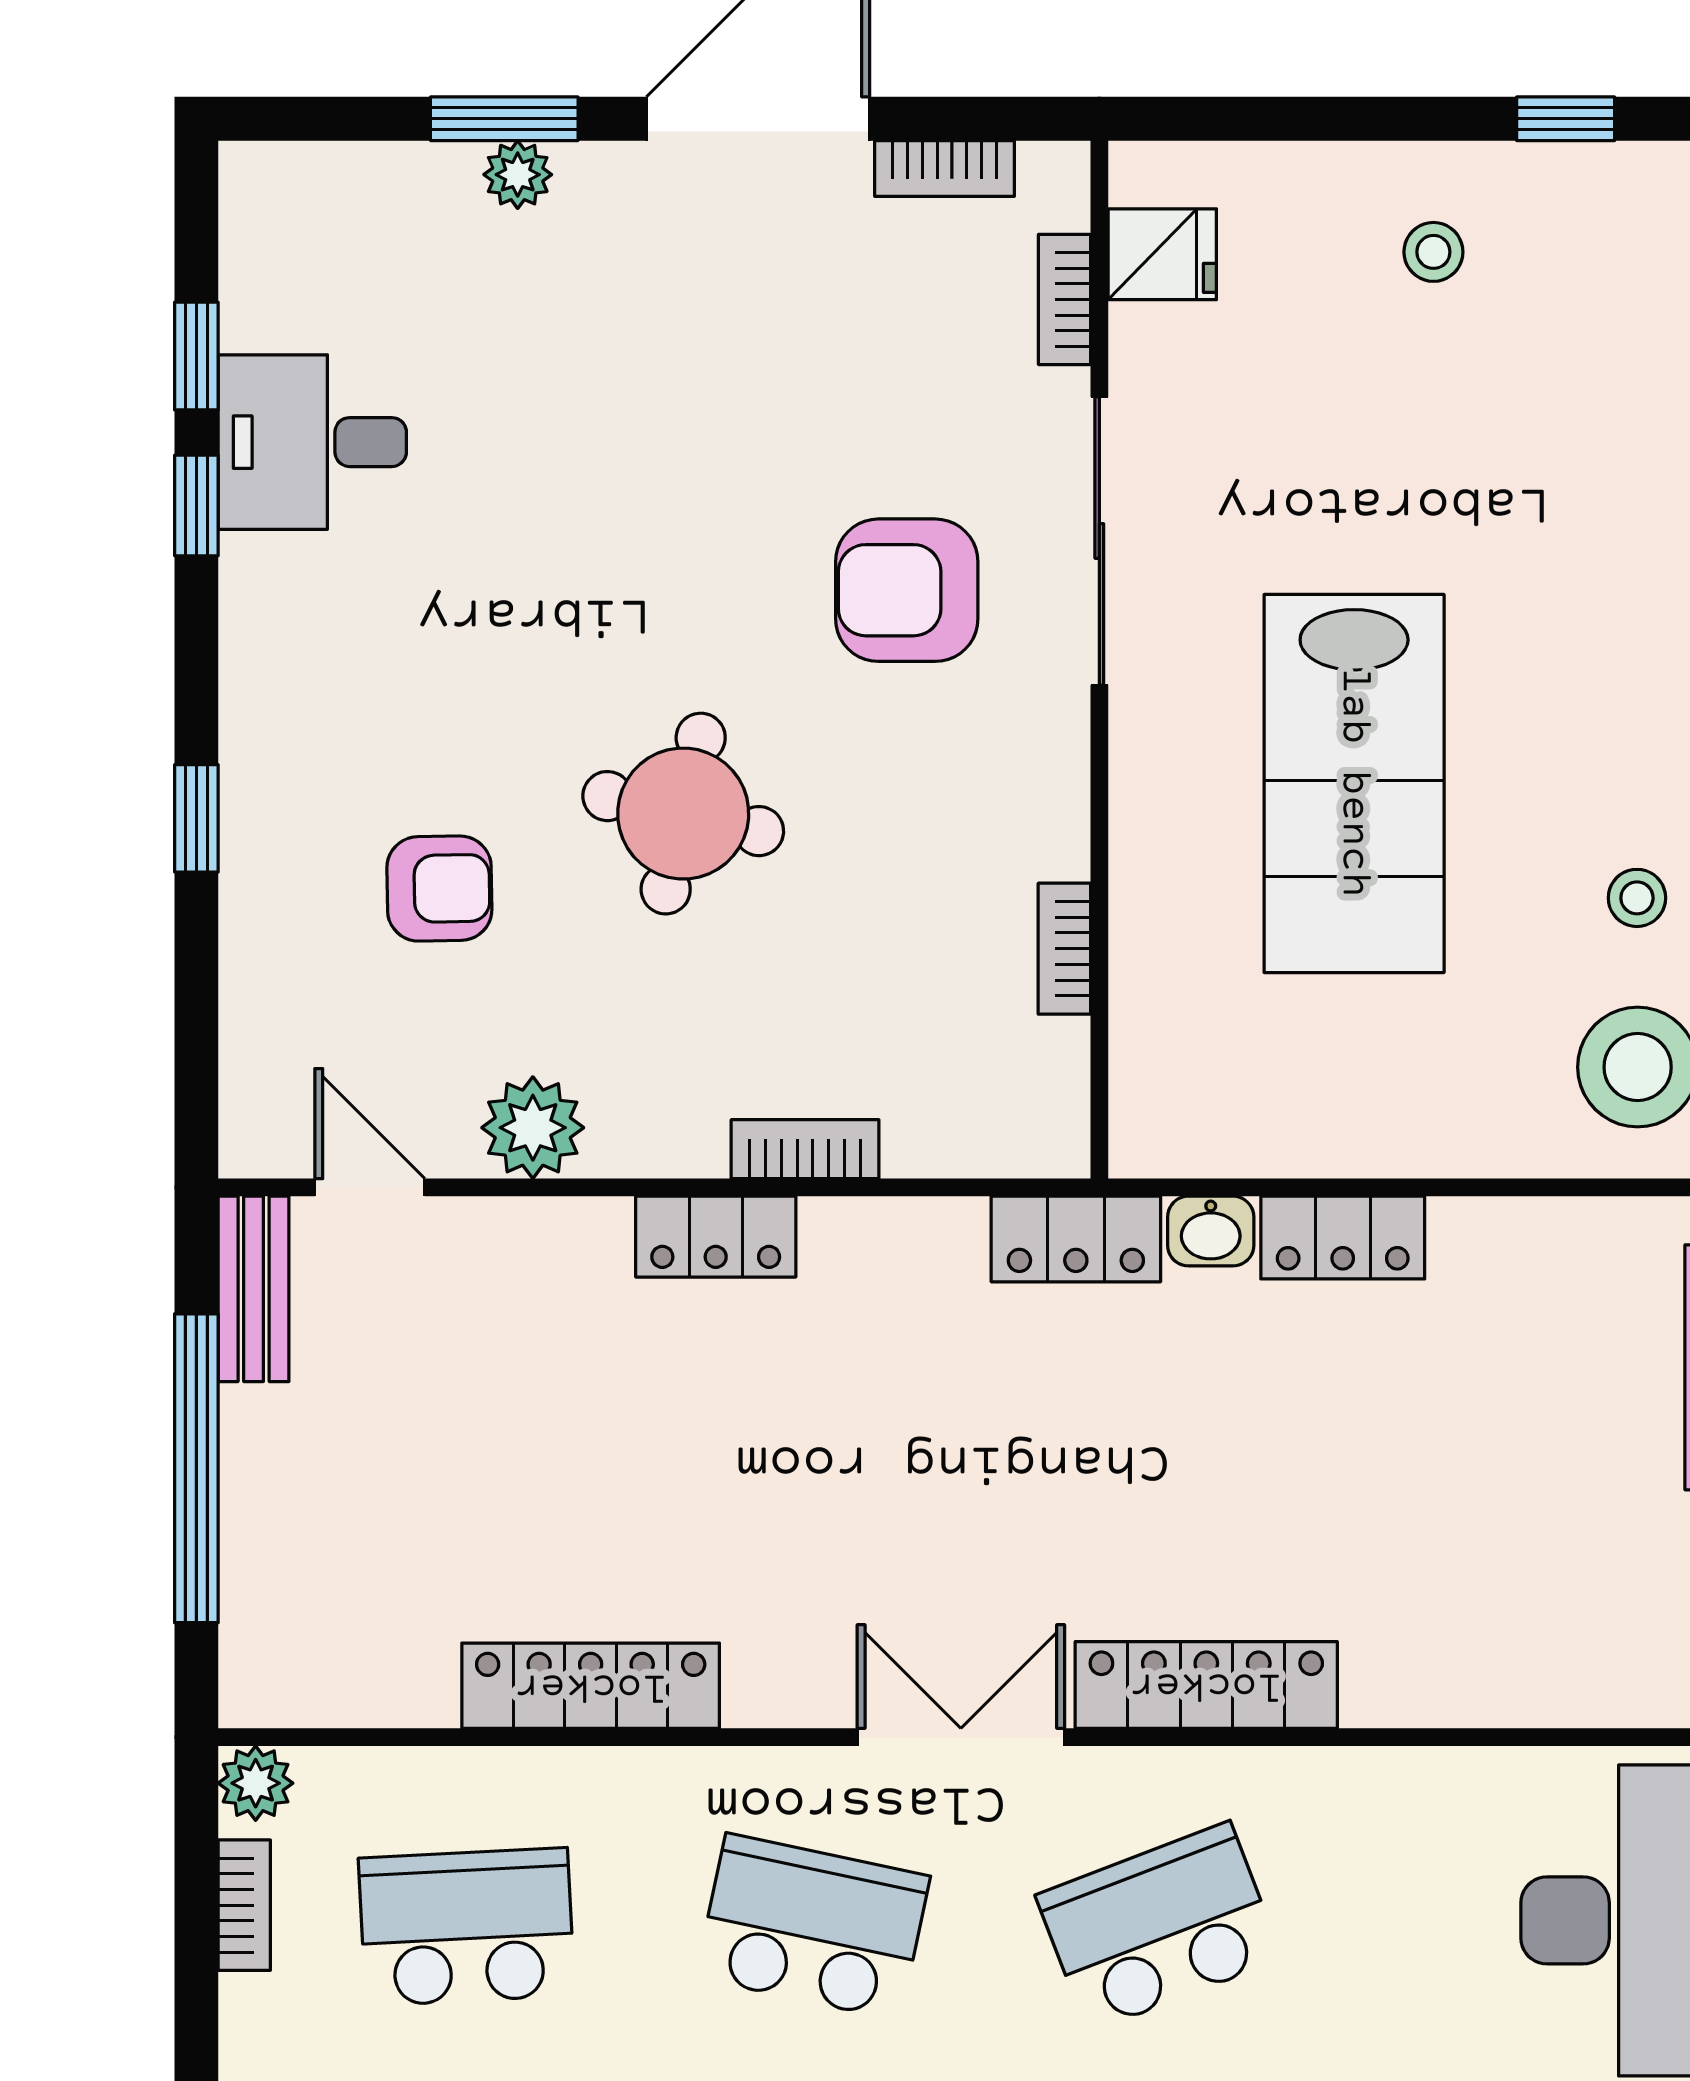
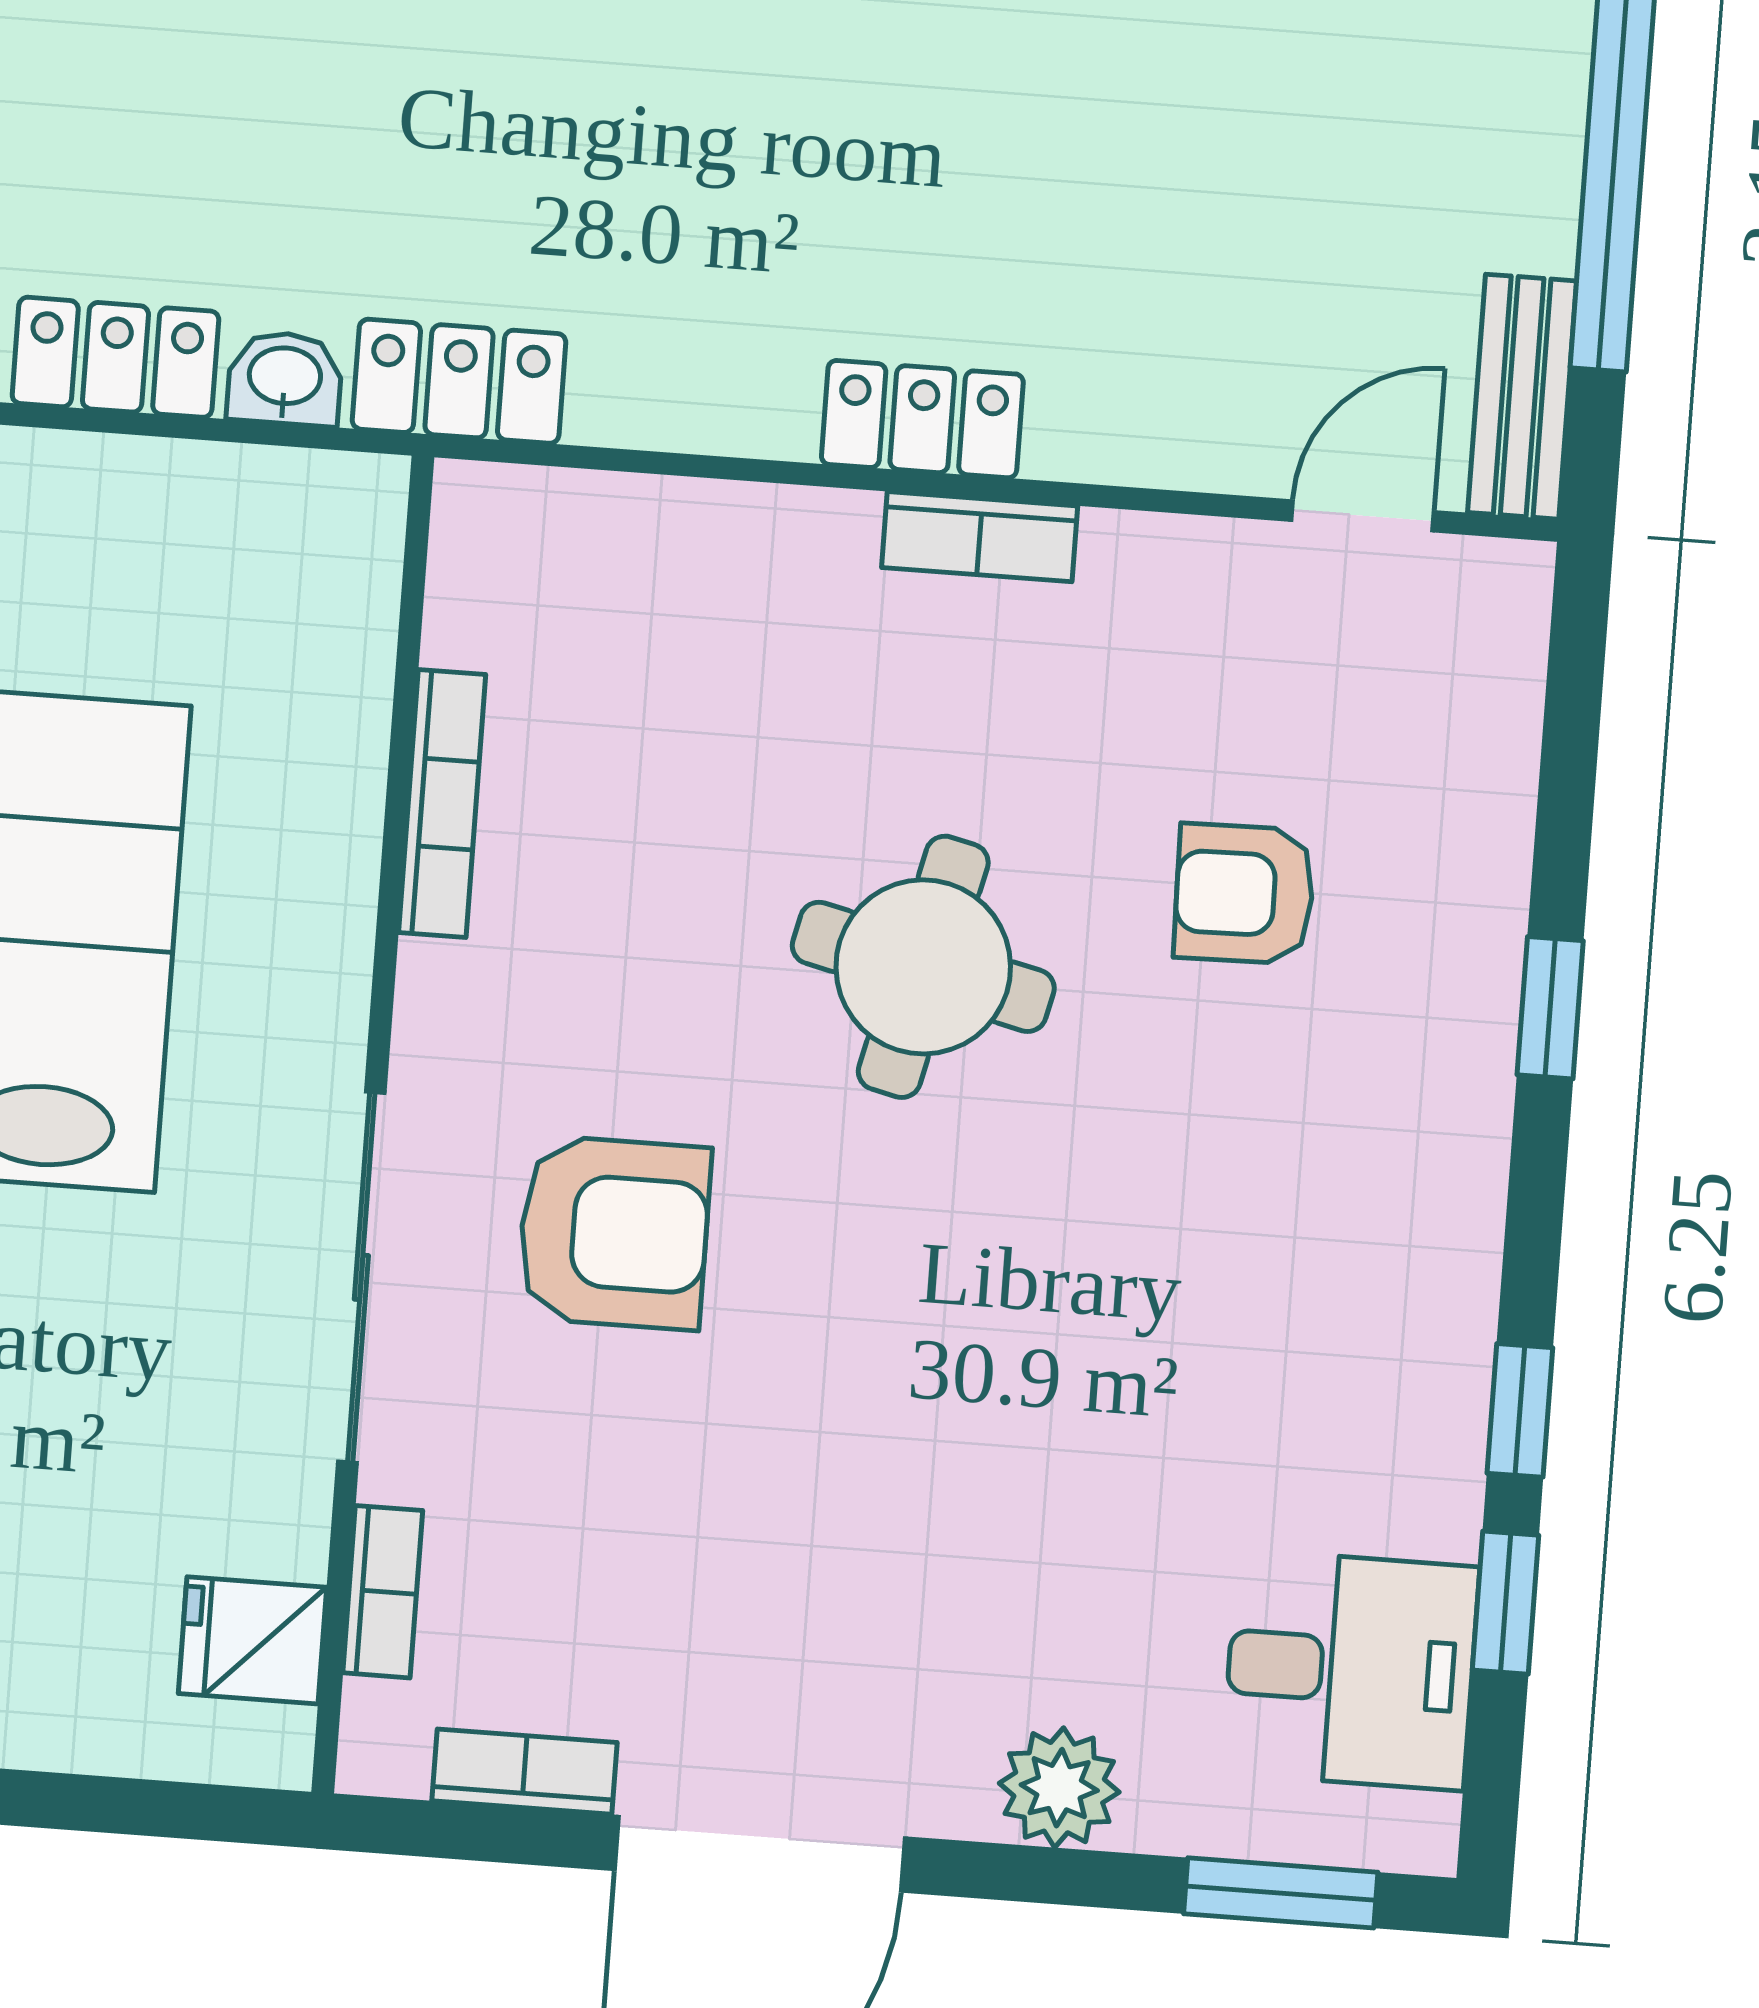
window: (504, 119) -> (1281, 1893), moved
plant: (518, 175) -> (1059, 1788), width x1.38, depth x1.38
desk: (312, 442) -> (1350, 1670), moved
bookcase: (1064, 949) -> (442, 803), width x1.56
plant: (533, 1128) -> (1147, 577), removed
bookcase: (805, 1149) -> (980, 537), moved
door: (370, 1187) -> (1363, 516), swing flipped

